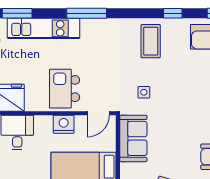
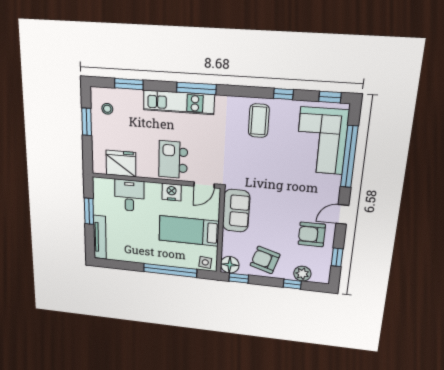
kitchen unit: (44, 28) -> (179, 102), moved
side table: (144, 92) -> (249, 169), removed

